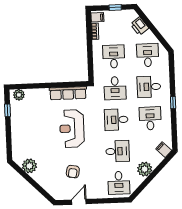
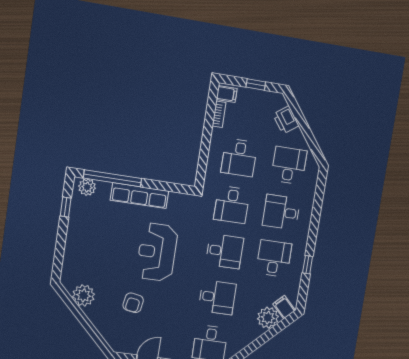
desk: (114, 57) -> (239, 158), turned 180
window: (34, 86) -> (112, 178), added
row of seats: (68, 93) -> (139, 196), moved
window: (173, 103) -> (308, 265), moved
desk: (116, 120) -> (224, 251), turned 180
plant: (145, 169) -> (268, 318), moved
armchair: (73, 172) -> (133, 303), moved

